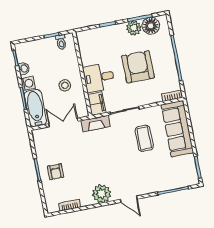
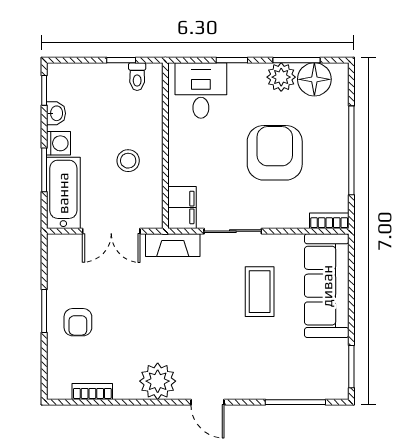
desk: (99, 78) -> (201, 90), moved, turned 90
double door: (63, 122) -> (111, 231), swing flipped

